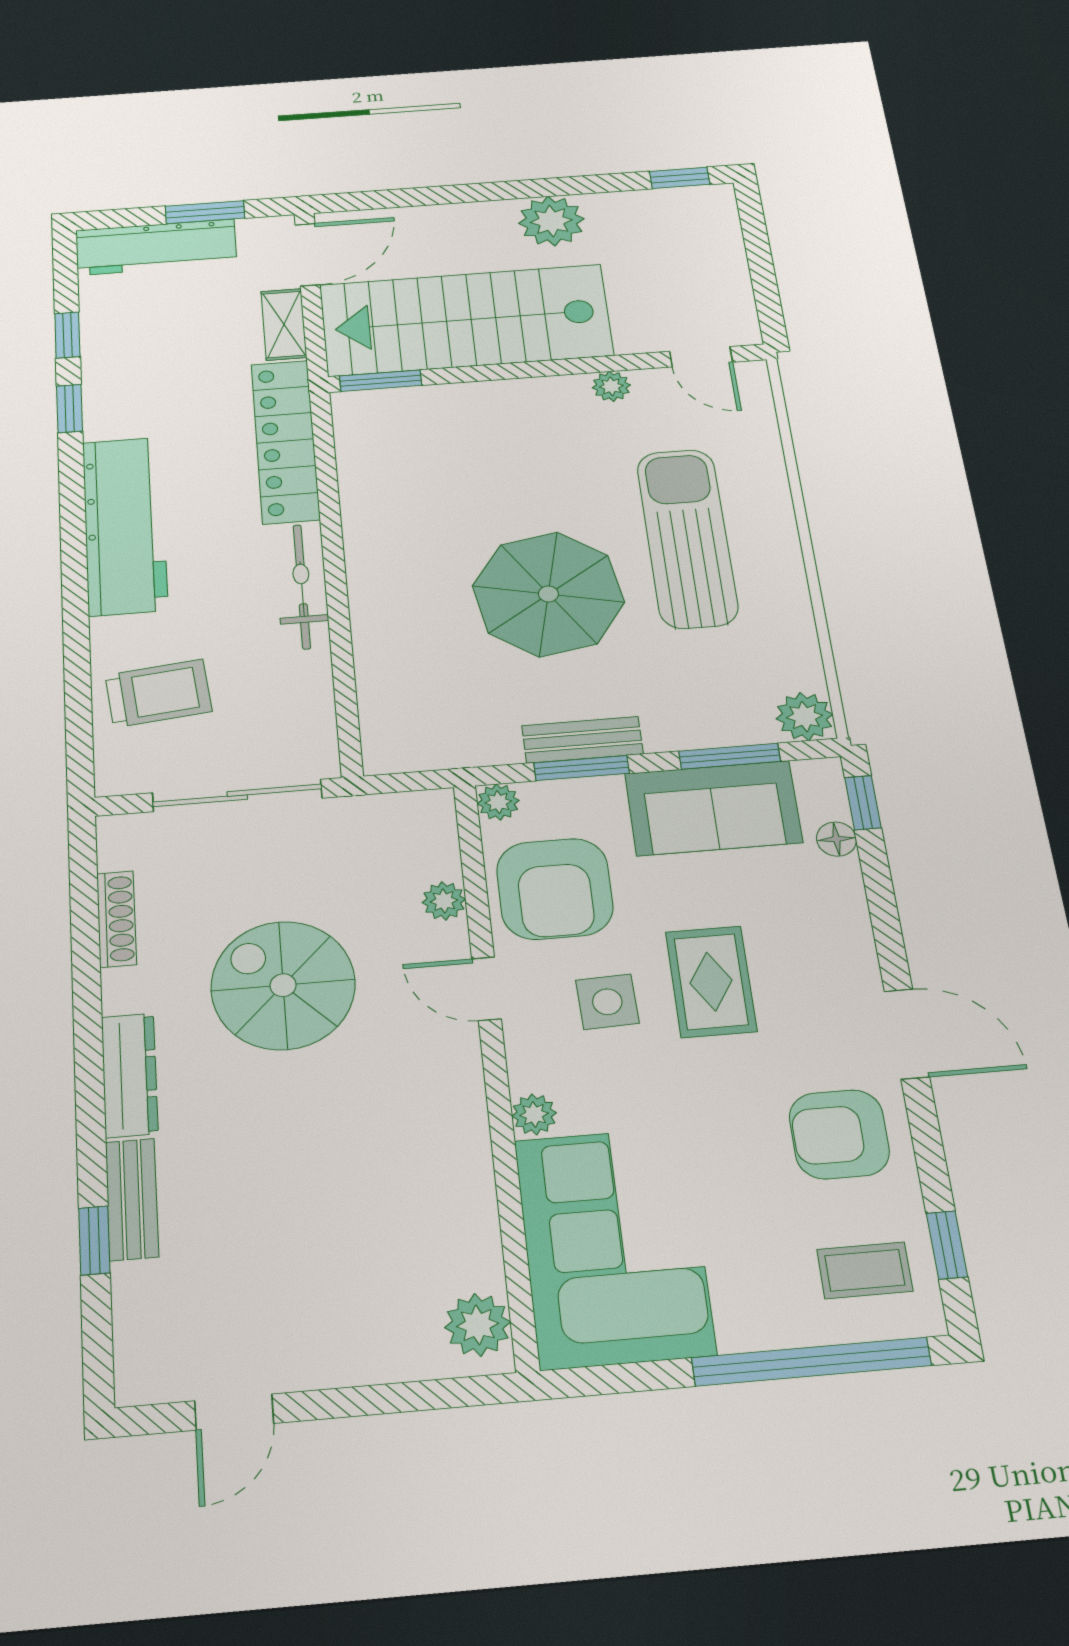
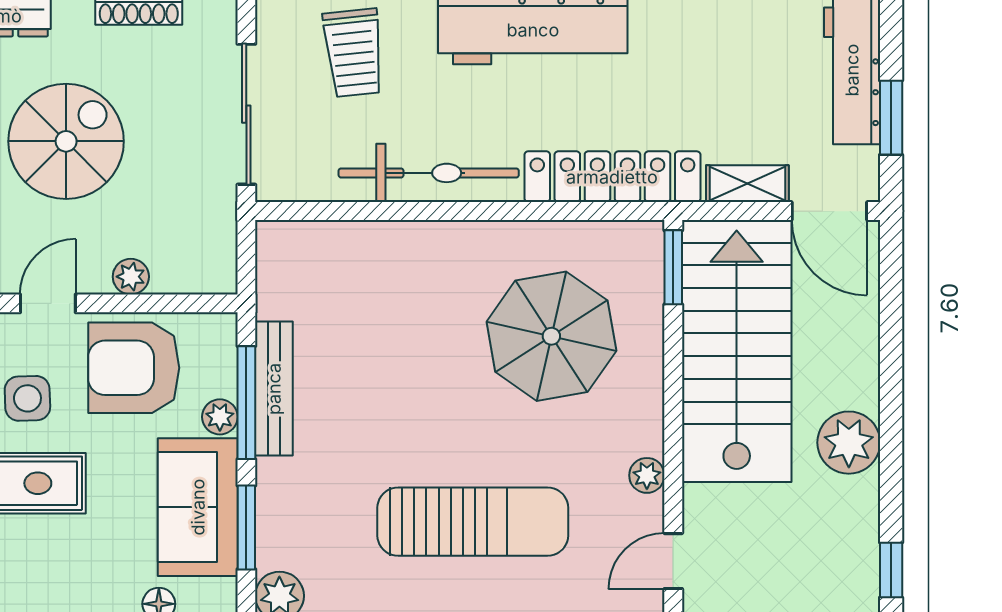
bicycle: (302, 586) -> (429, 173), width x1.37, depth x1.40
parasol: (548, 594) -> (551, 336), moved
bench: (582, 740) -> (274, 389), width x1.36
window: (582, 768) -> (246, 403), width x1.44
plant: (498, 802) -> (220, 417), moved

